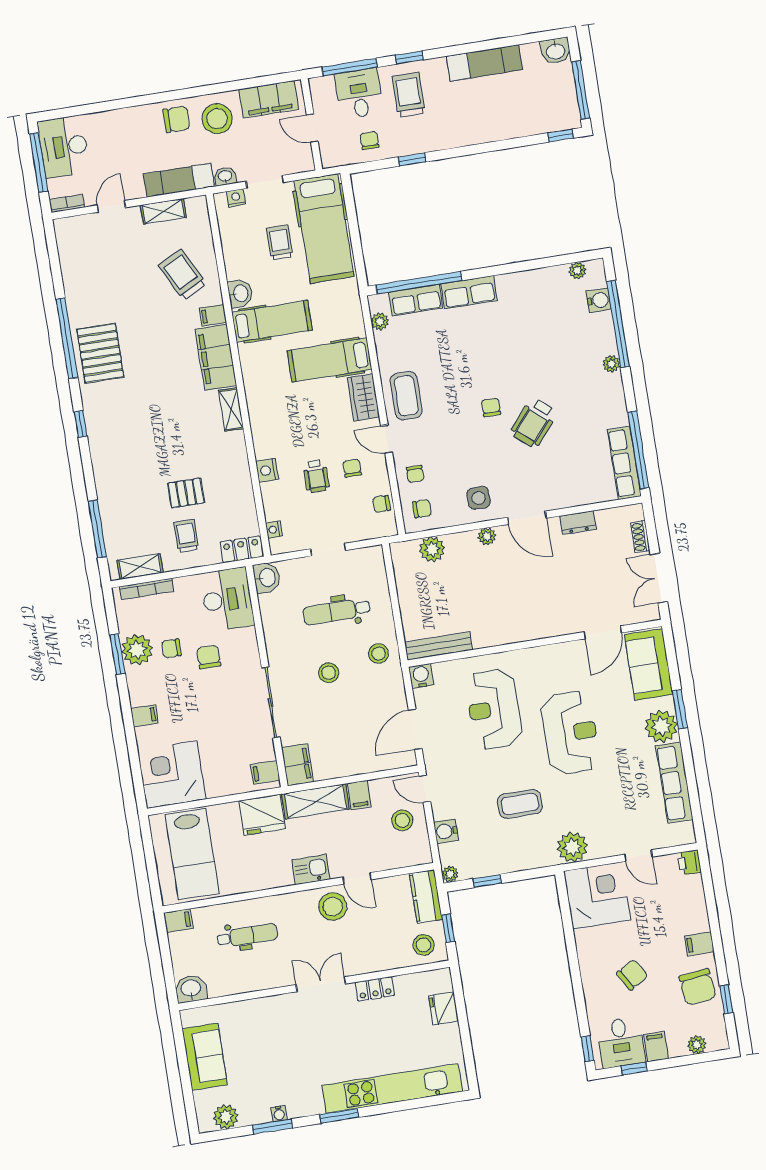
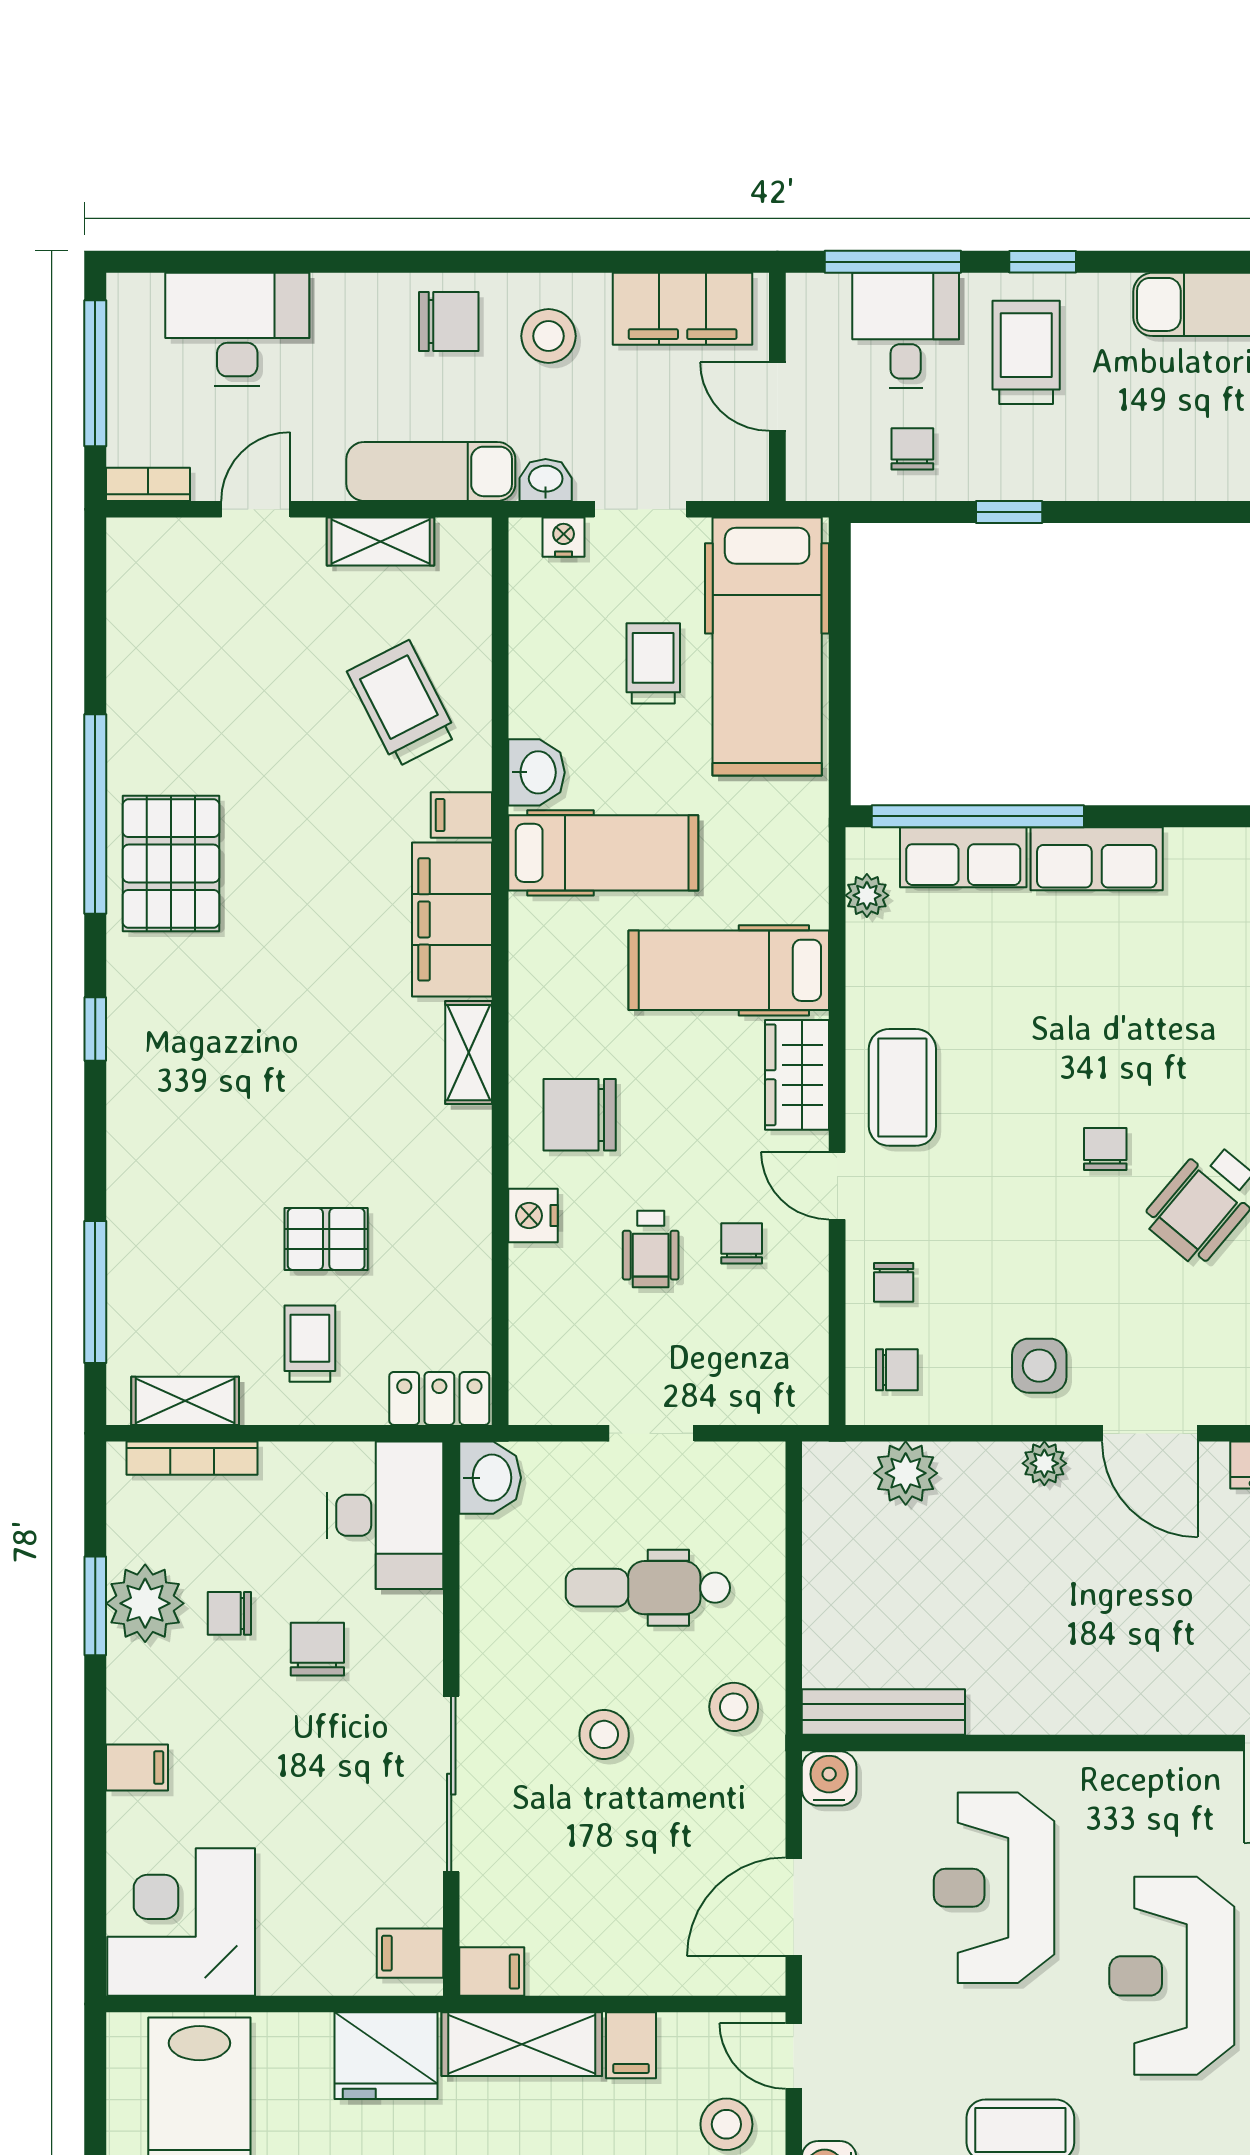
stool: (217, 119) -> (549, 336), width x0.73, depth x0.73
desk: (64, 147) -> (237, 329), moved, turned 90
chair: (382, 504) -> (580, 1115), moved, width x1.87, depth x1.87
nightstand: (274, 530) -> (527, 1363), removed
reception desk: (570, 733) -> (1172, 1976), turned 180
filing cabinet: (297, 765) -> (492, 1971), width x0.50

